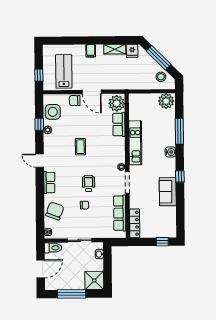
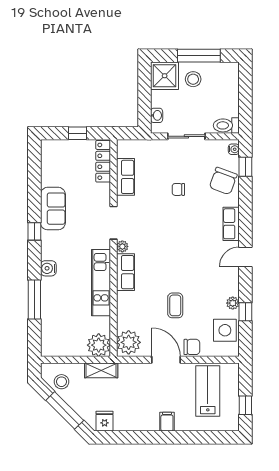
shelving: (115, 49) -> (101, 370), moved
lab bench: (64, 71) -> (208, 391), turned 180
window: (39, 75) -> (245, 405), moved
plant: (166, 101) -> (99, 345), moved
row of seats: (119, 124) -> (125, 272), moved
coffee table: (80, 147) -> (175, 305), moved
door: (40, 161) -> (245, 257), swing flipped
wheelchair: (89, 183) -> (172, 222), removed
row of seats: (120, 213) -> (125, 177), width x0.68
window: (40, 221) -> (245, 167), added
window: (162, 242) -> (77, 133), moved
door: (41, 269) -> (245, 94), removed
stool: (75, 278) -> (193, 79), added

